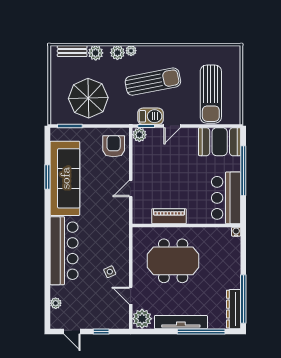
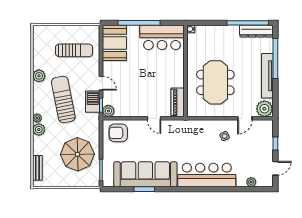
plant: (96, 53) -> (39, 76), moved
sun lounger: (211, 94) -> (74, 50), width x0.73, depth x0.75
piano: (169, 216) -> (178, 102), moved

